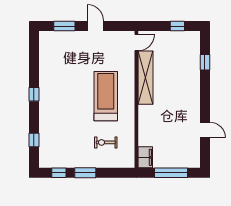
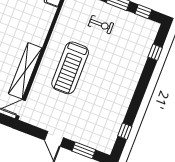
window: (34, 94) -> (125, 131), moved
exercise bike: (106, 142) -> (101, 25), moved

